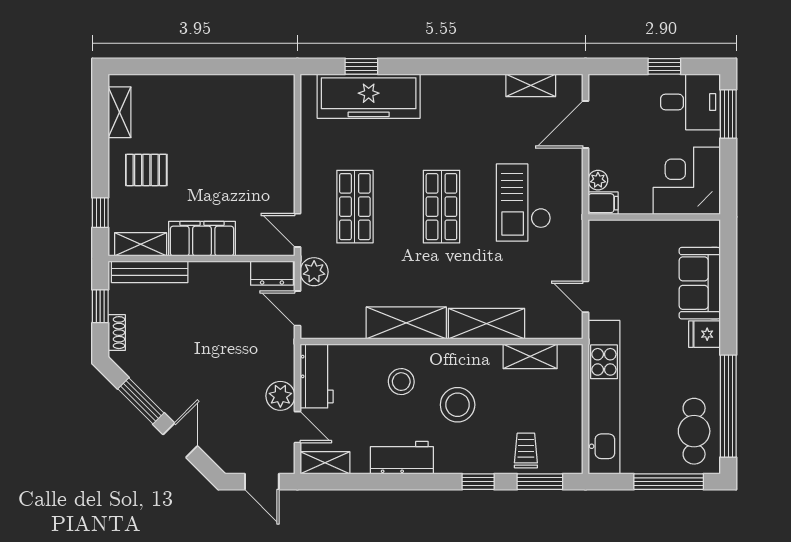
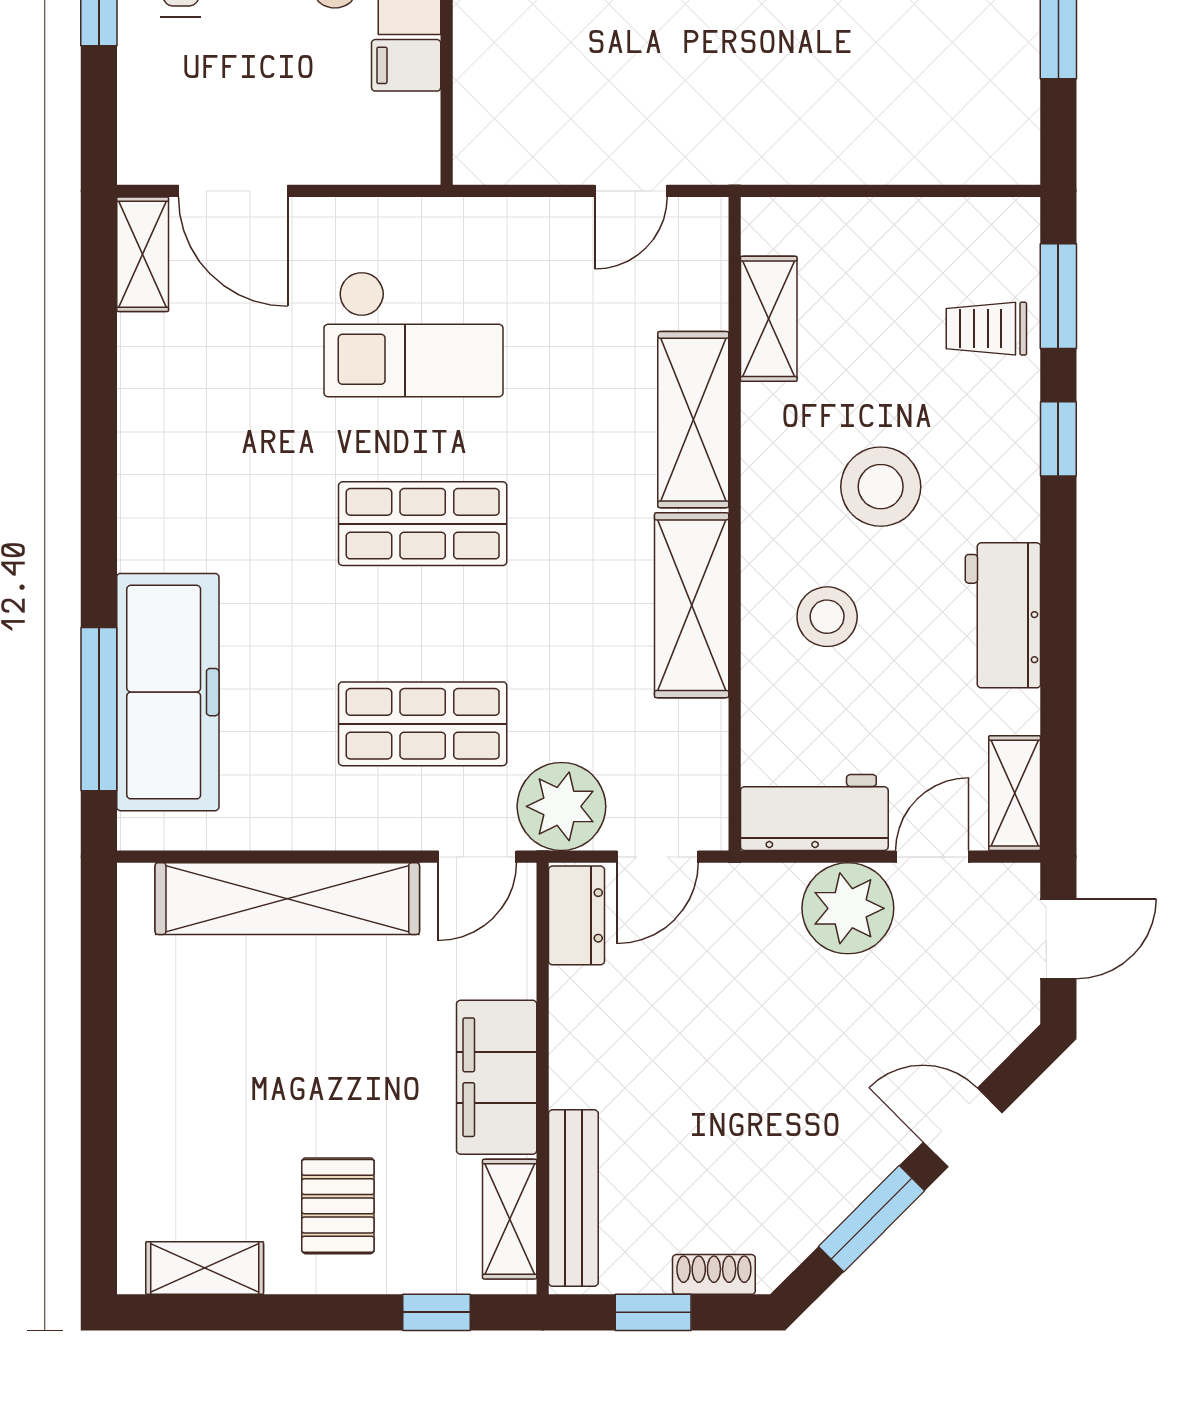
window: (361, 66) -> (99, 709), width x2.17
shelving: (531, 85) -> (143, 254), moved
shelving: (279, 148) -> (287, 899), added
plant: (598, 180) -> (361, 162), removed
filing cabinet: (603, 203) -> (406, 65), moved, turned -90
plant: (314, 272) -> (561, 806), width x1.36, depth x1.36
plant: (280, 396) -> (848, 908), width x1.36, depth x1.36
kitchen unit: (604, 397) -> (863, 148), removed

